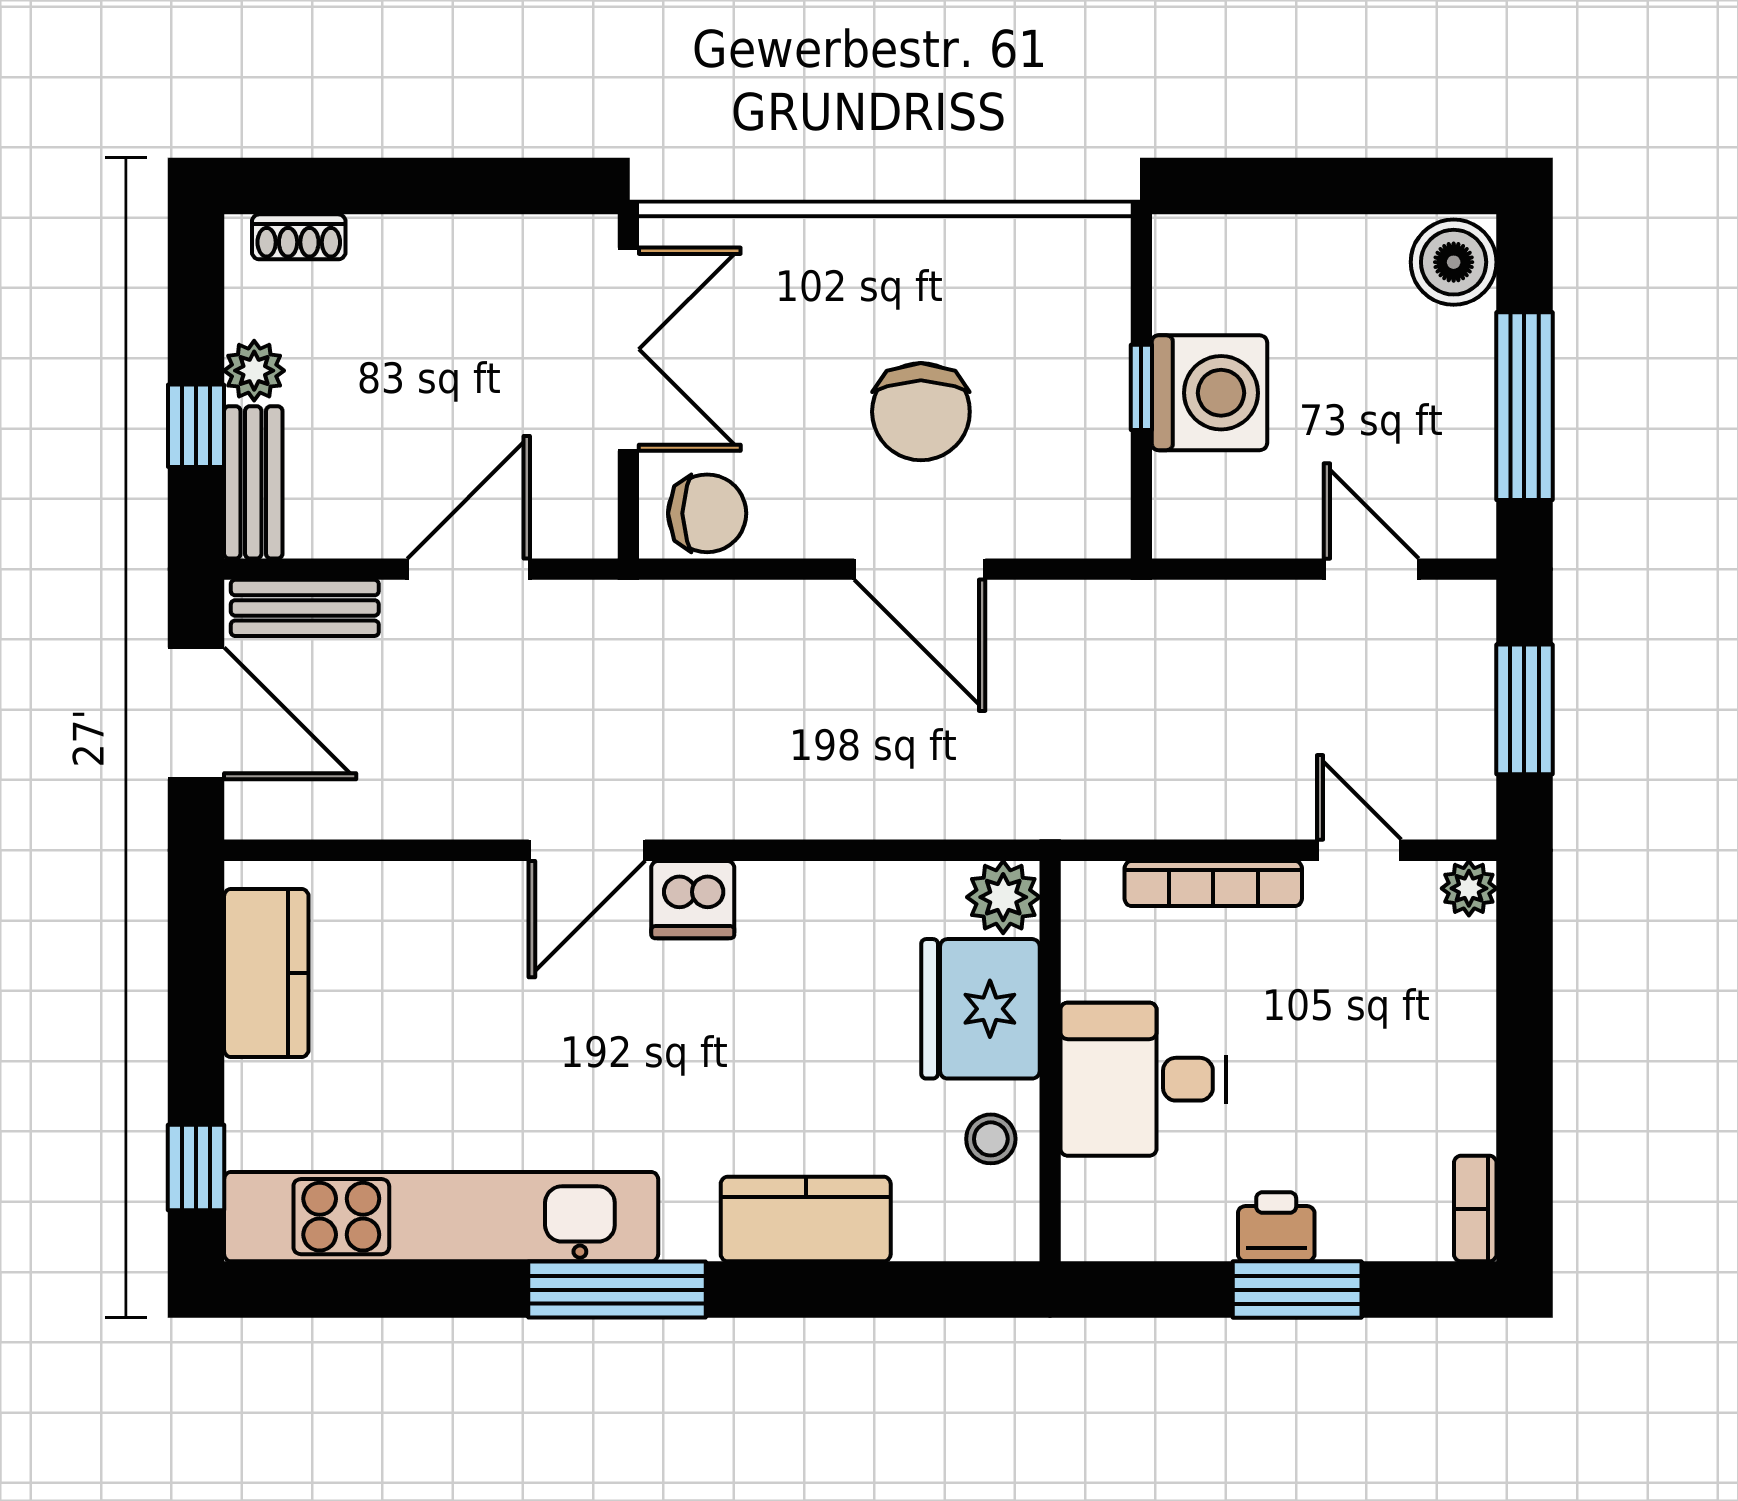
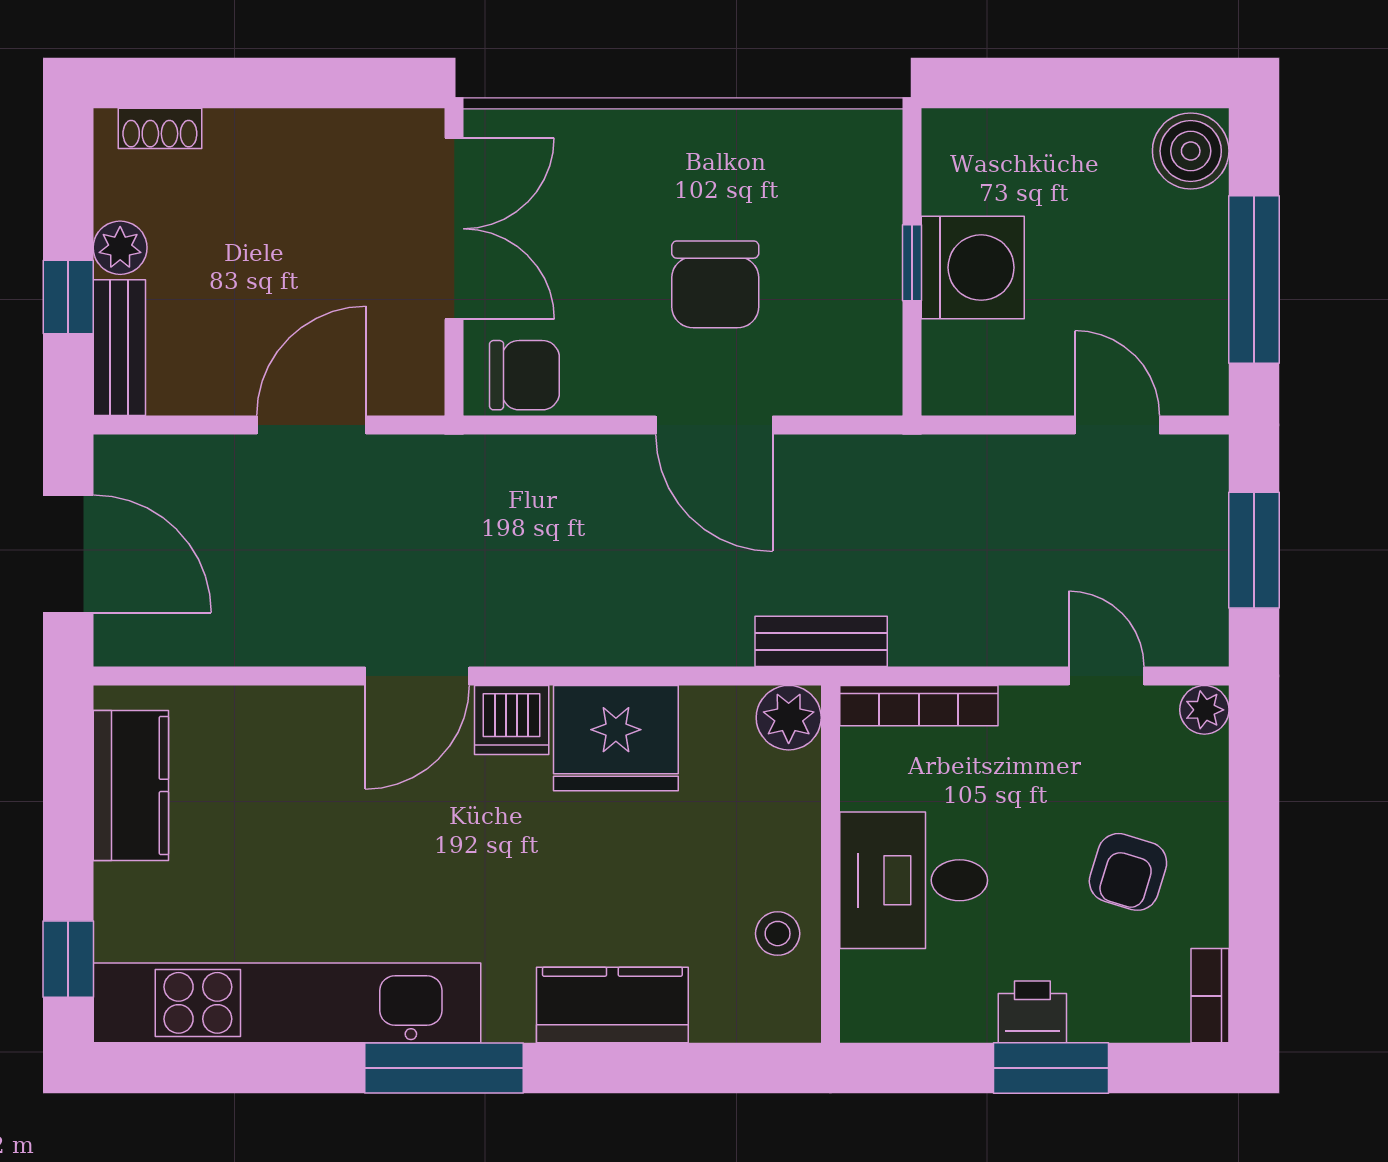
bench: (305, 608) -> (821, 641), moved
bookcase: (1213, 883) -> (919, 706), moved
fridge: (980, 1009) -> (616, 738), moved, turned -90
armchair: (1383, 1070) -> (1128, 872), added

